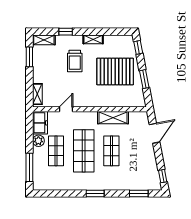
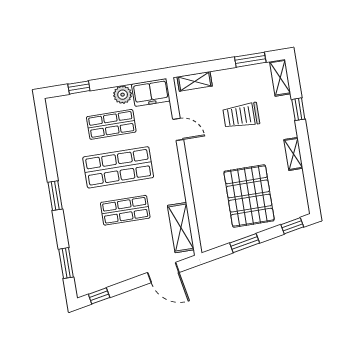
trolley: (75, 61) -> (241, 116), moved
shelving: (113, 118) -> (181, 228), moved
window: (29, 167) -> (79, 87), width x0.46

